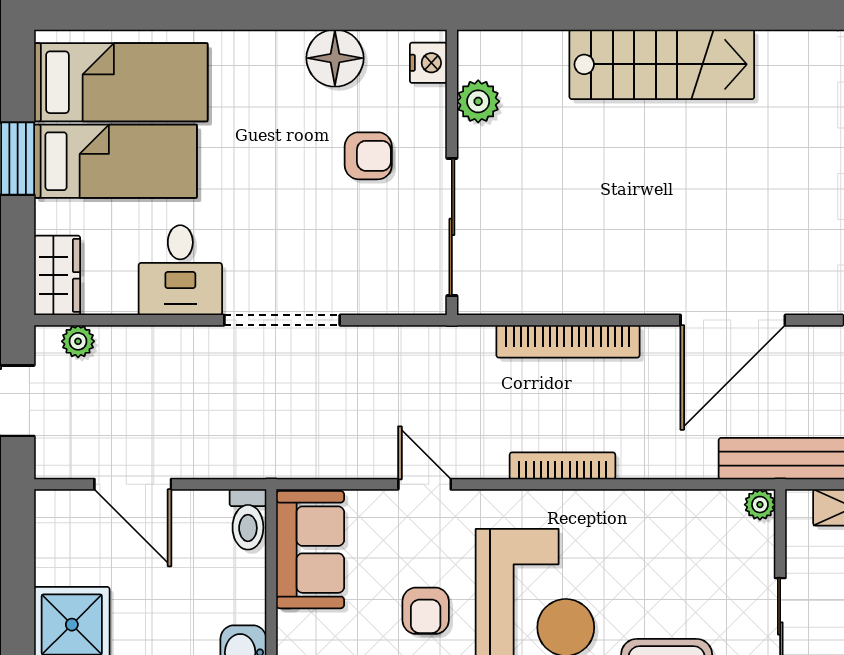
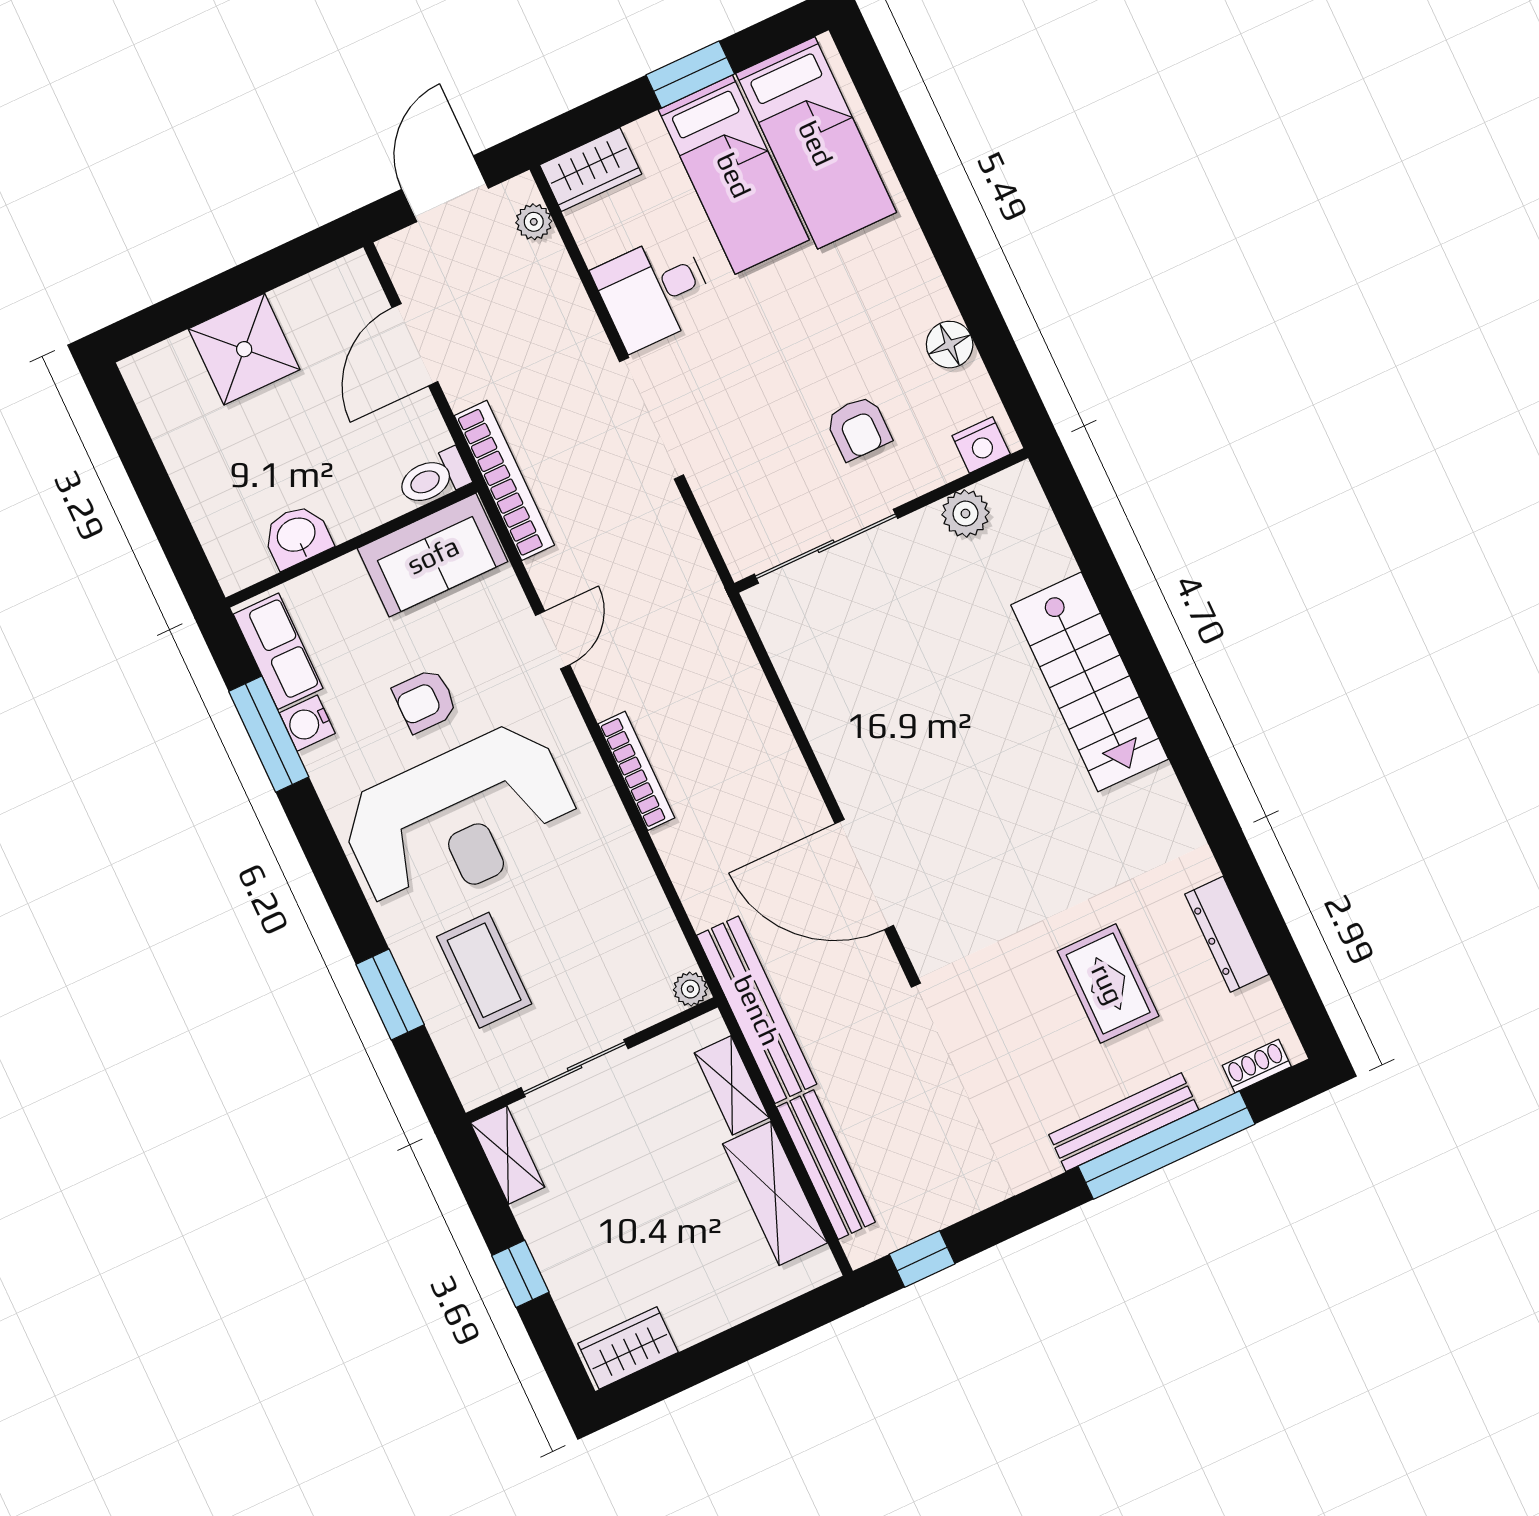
floor lamp: (335, 58) -> (950, 345), width x0.73, depth x0.73
bookcase: (568, 341) -> (504, 480), moved, turned 180

